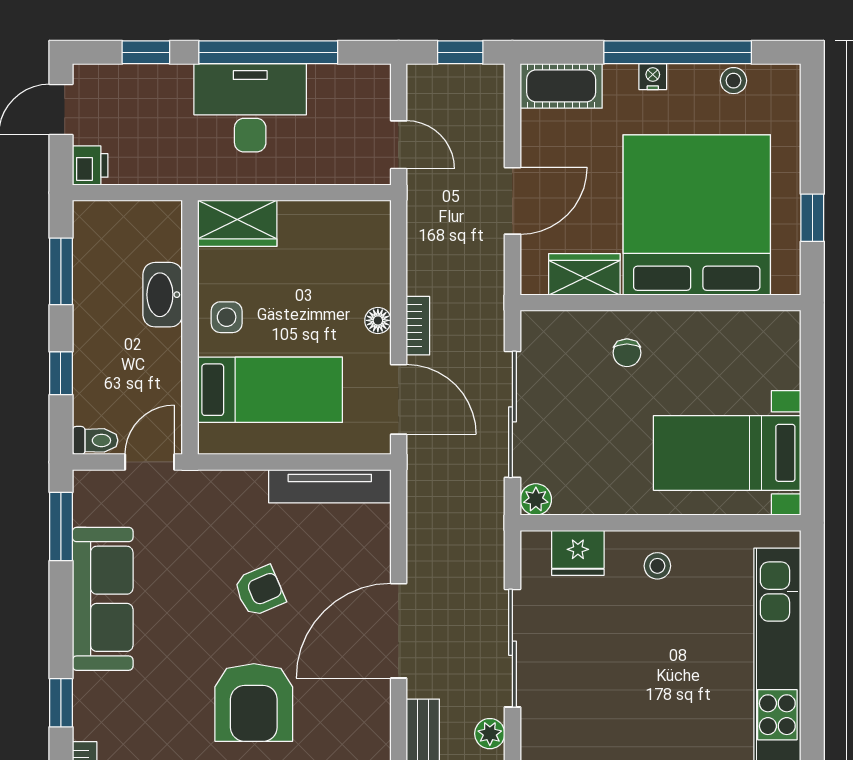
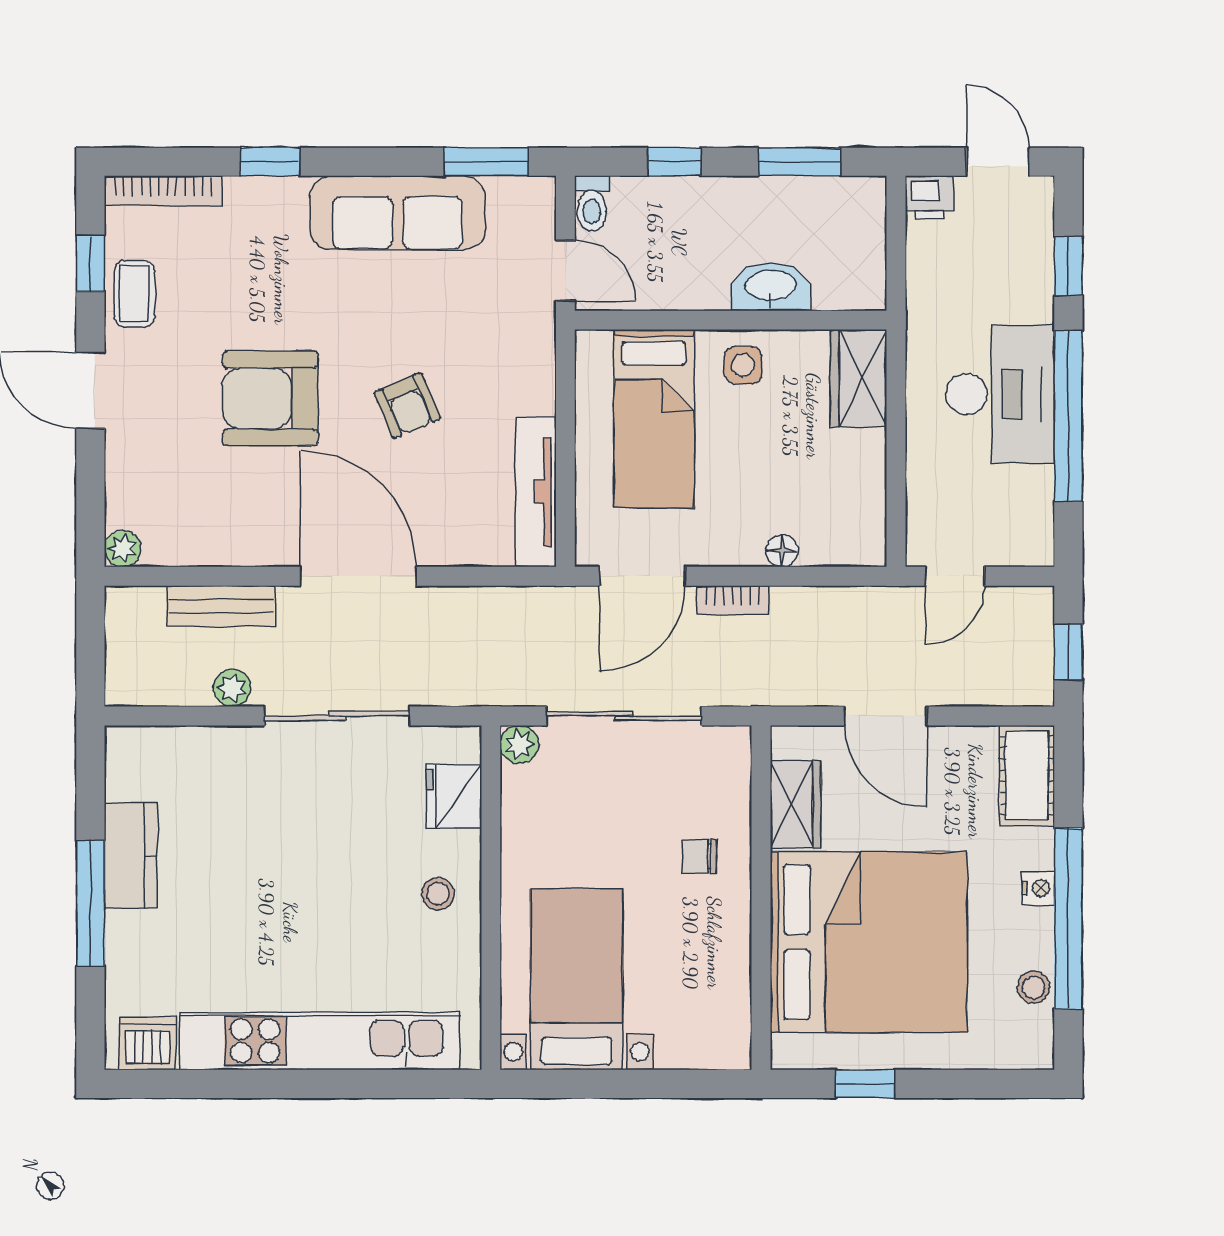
floor lamp: (378, 320) -> (782, 551), moved

